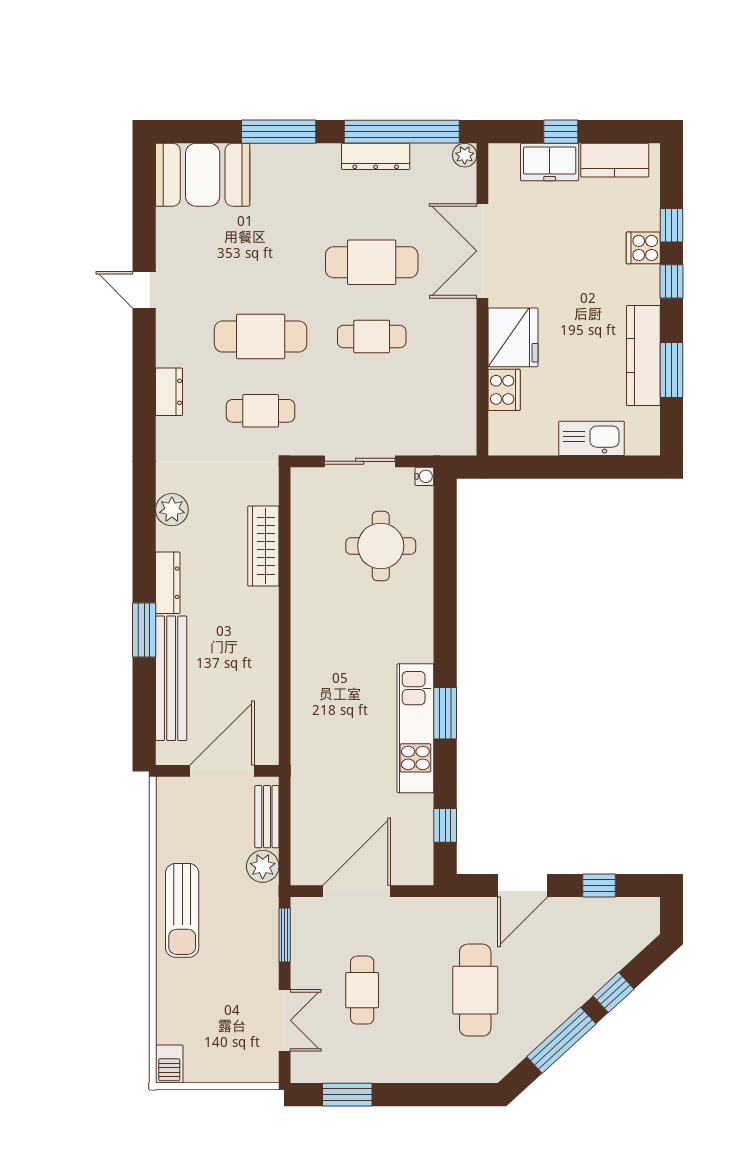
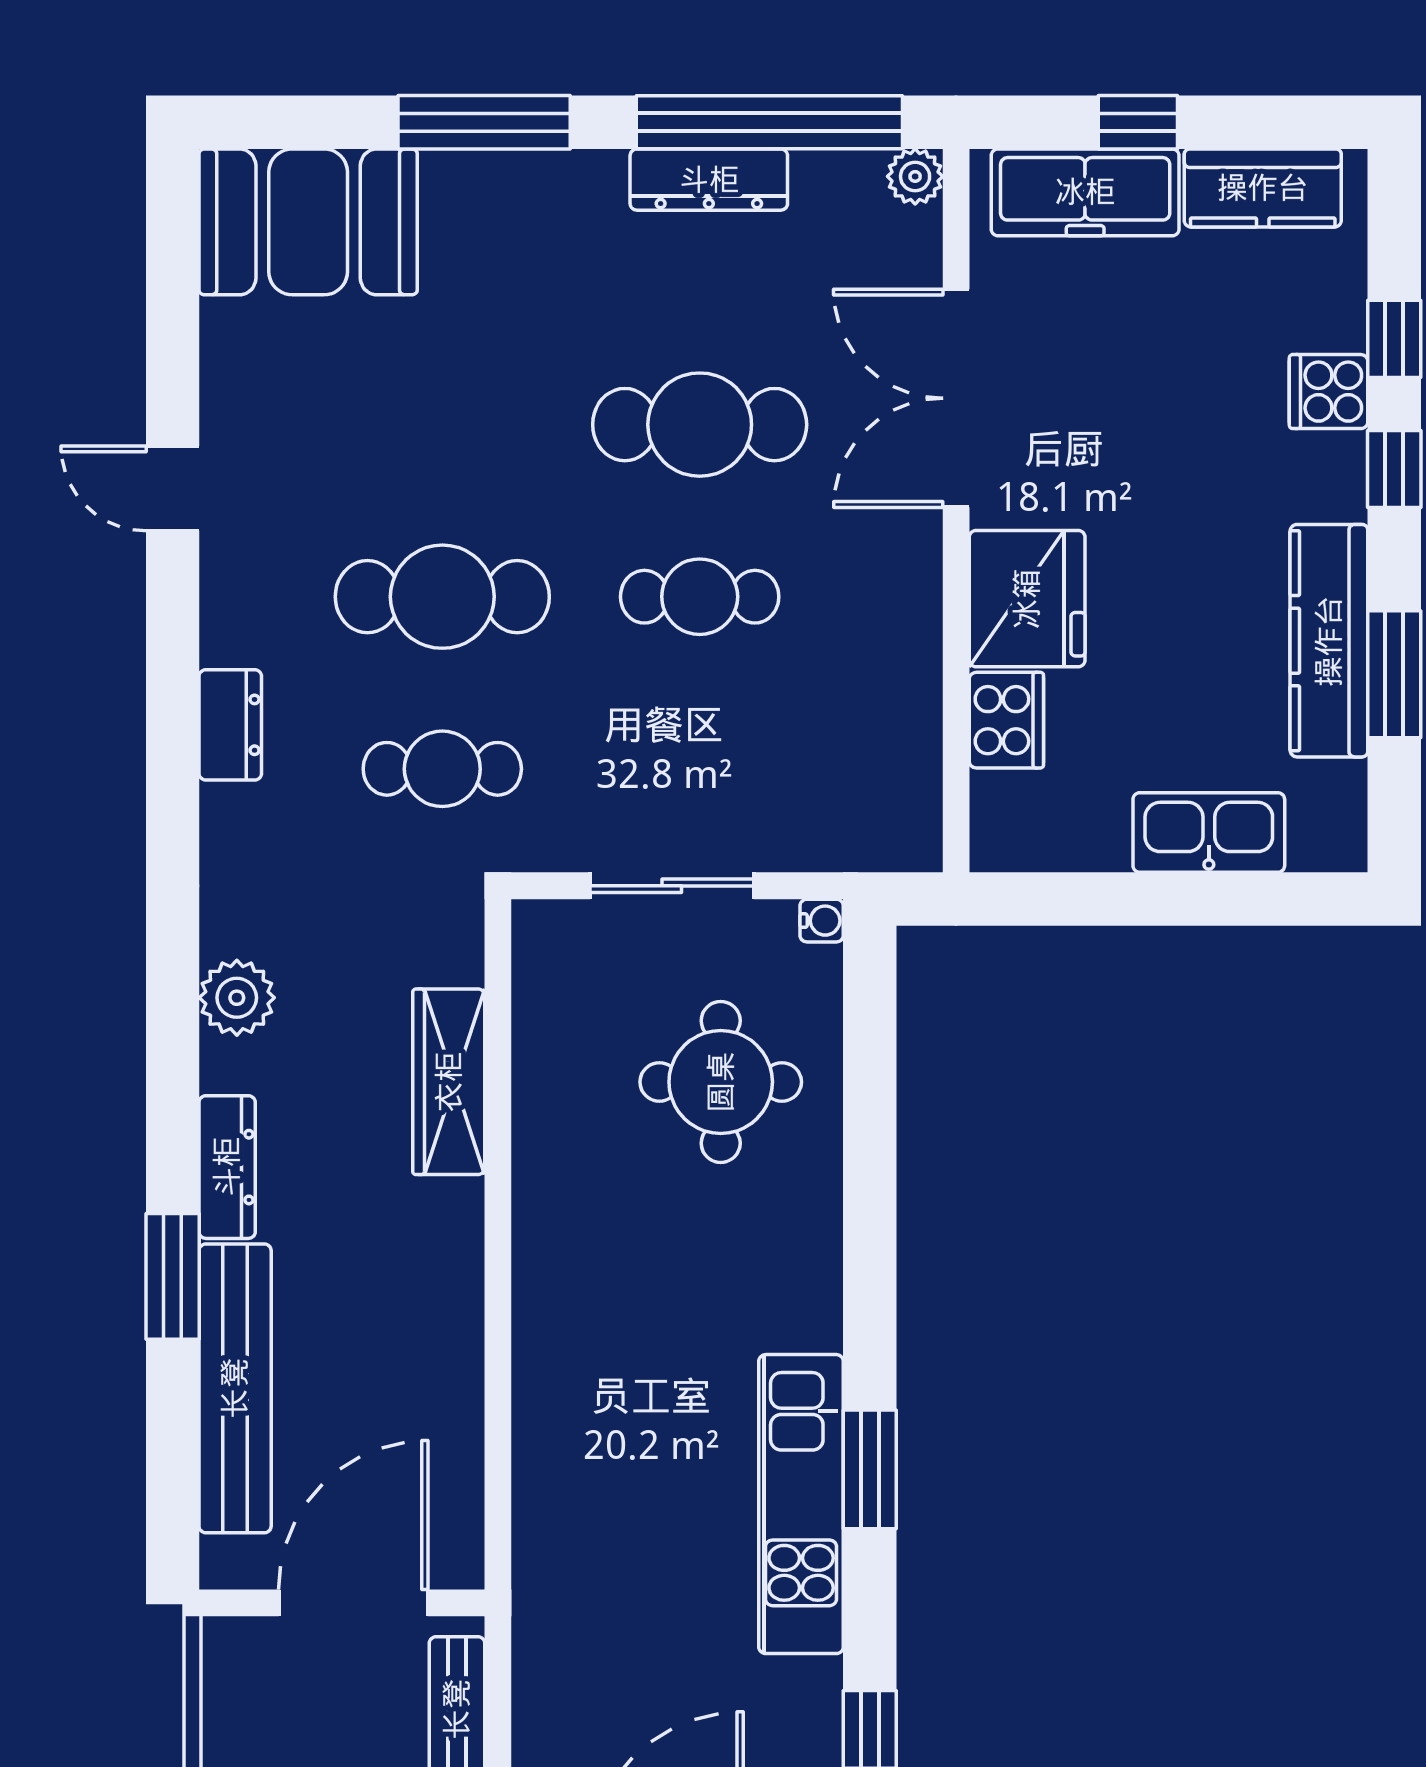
freezer: (550, 162) -> (1085, 192), width x1.40

